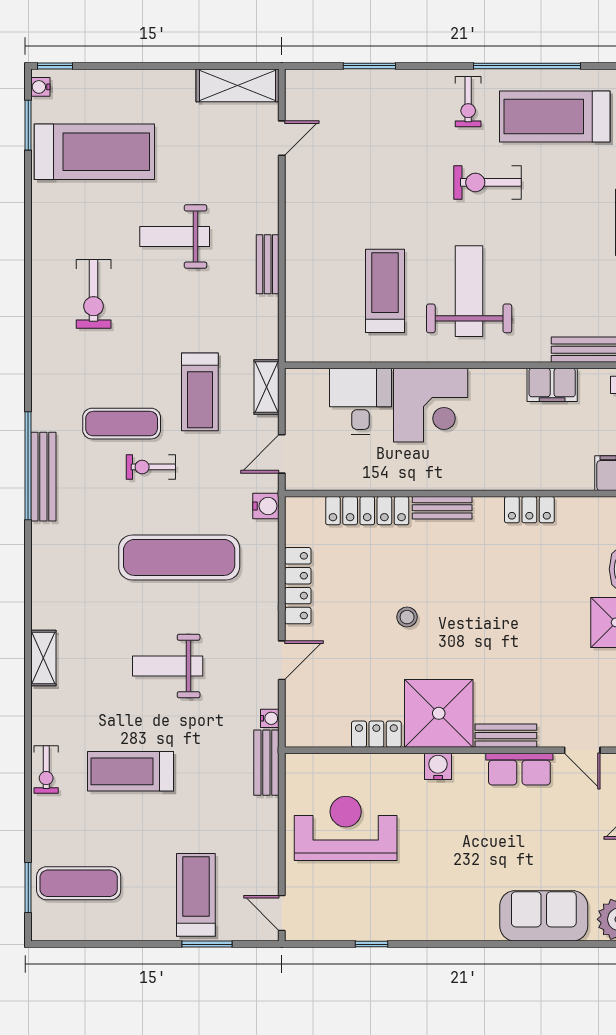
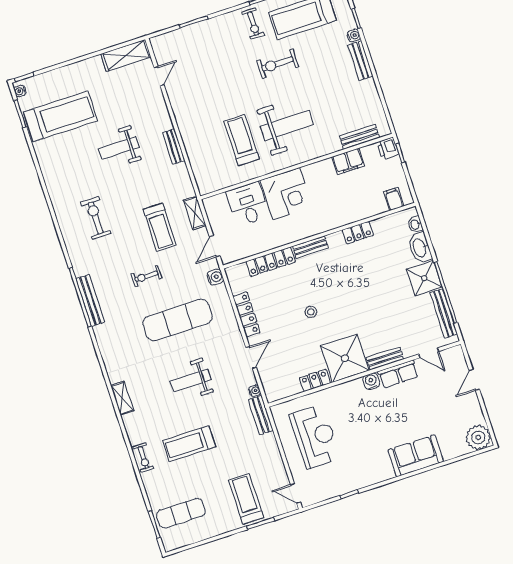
weight bench: (469, 291) -> (287, 125), turned 90
exercise bike: (94, 294) -> (96, 218), moved, turned 180
exercise mat: (122, 424) -> (123, 258), removed
water cooler: (438, 766) -> (371, 381), moved
reception desk: (346, 828) -> (315, 437), turned 90
sofa: (544, 916) -> (416, 456), moved

